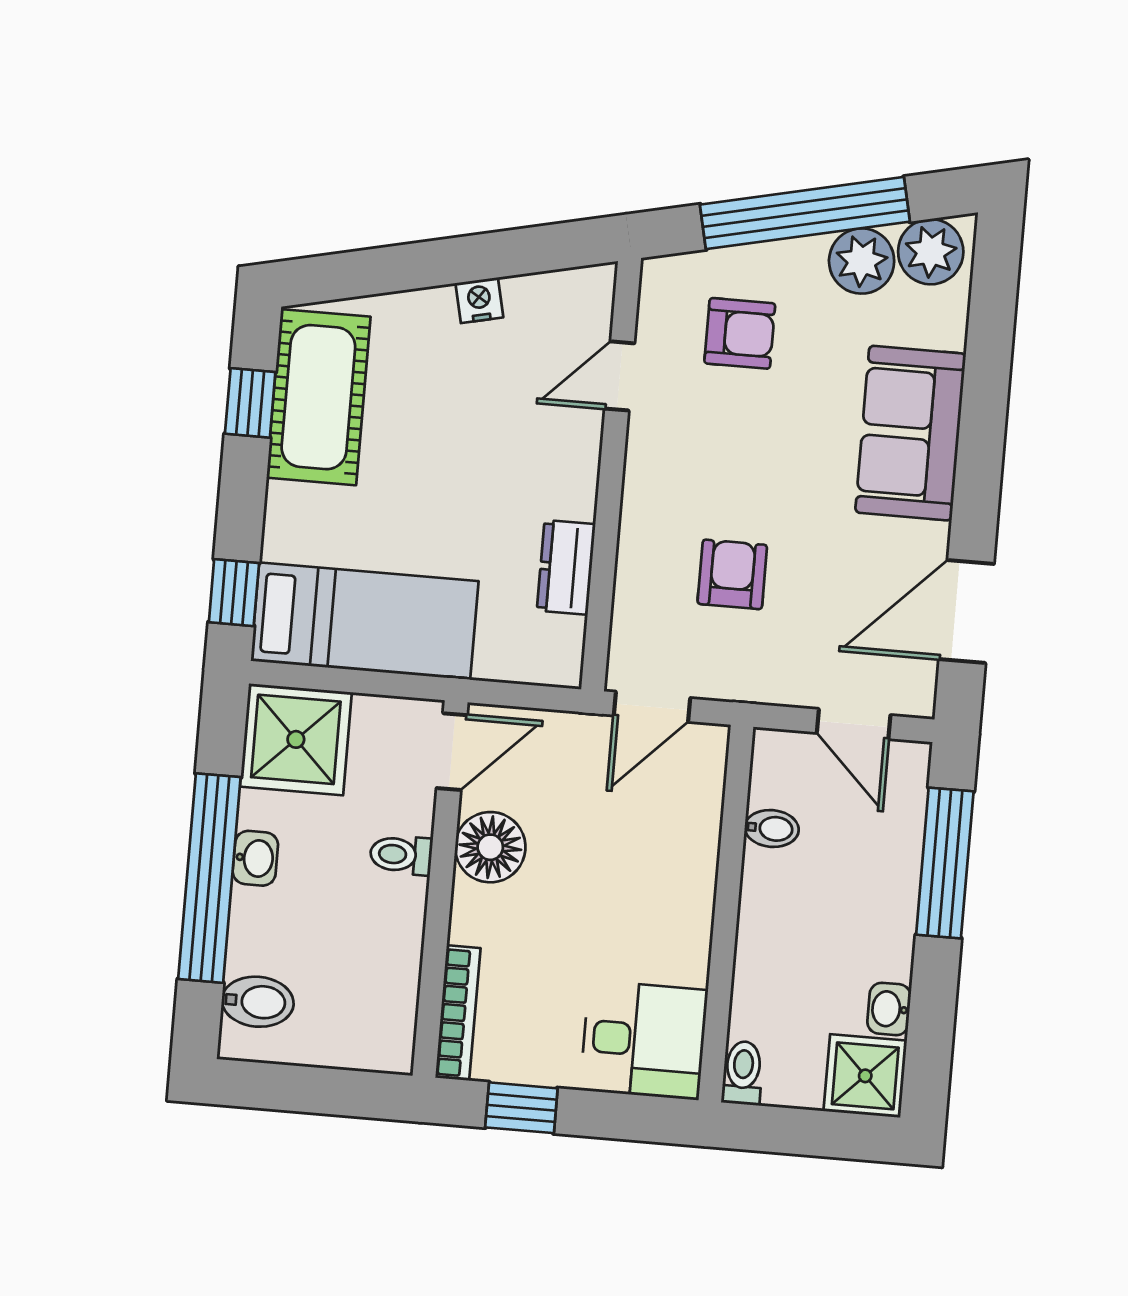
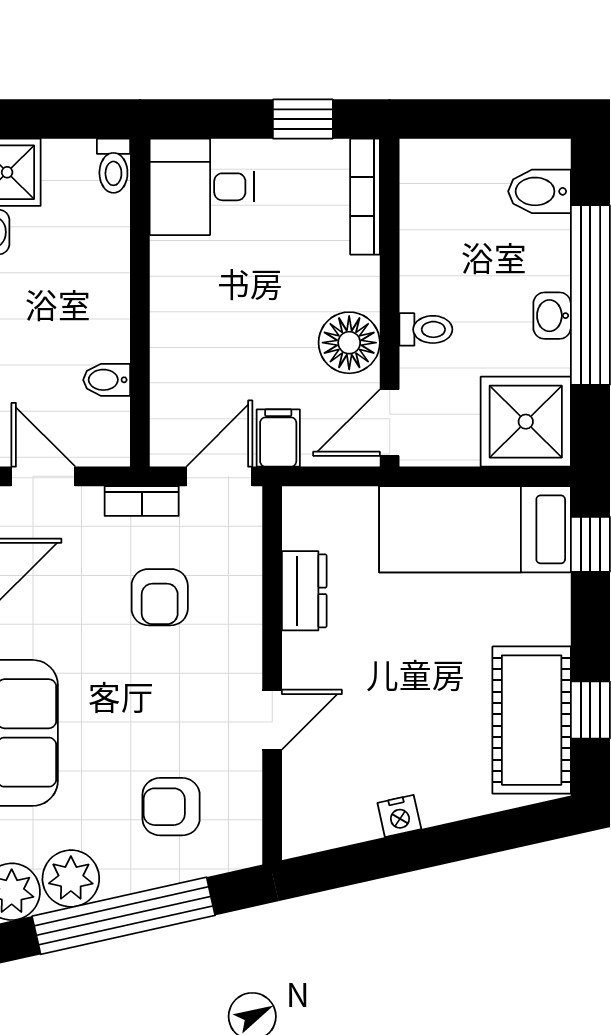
door: (620, 376) -> (272, 720), moved
bookcase: (744, 686) -> (142, 501), added
filing cabinet: (581, 745) -> (278, 438), added

